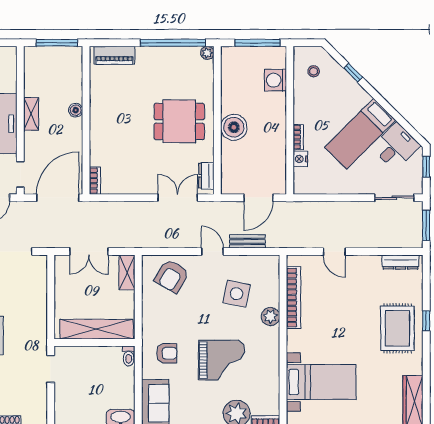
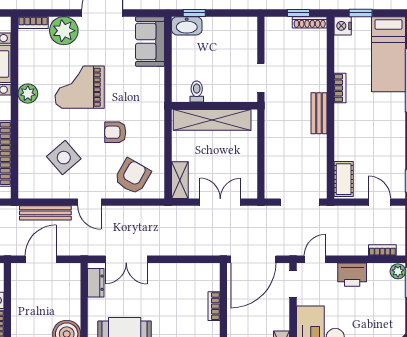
bookcase: (95, 181) -> (214, 306), moved
bench: (247, 241) -> (45, 213), width x1.36
side table: (237, 294) -> (64, 158), turned 37
plant: (270, 317) -> (28, 94), moved
armchair: (167, 353) -> (115, 132), moved
toilet: (129, 356) -> (197, 92), moved

